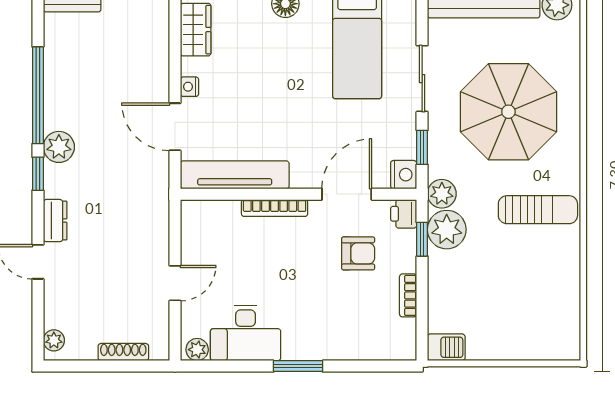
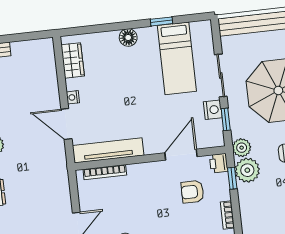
nightstand: (404, 175) -> (213, 110), moved
bookcase: (275, 208) -> (105, 172), moved
armchair: (358, 253) -> (192, 192), turned 180

